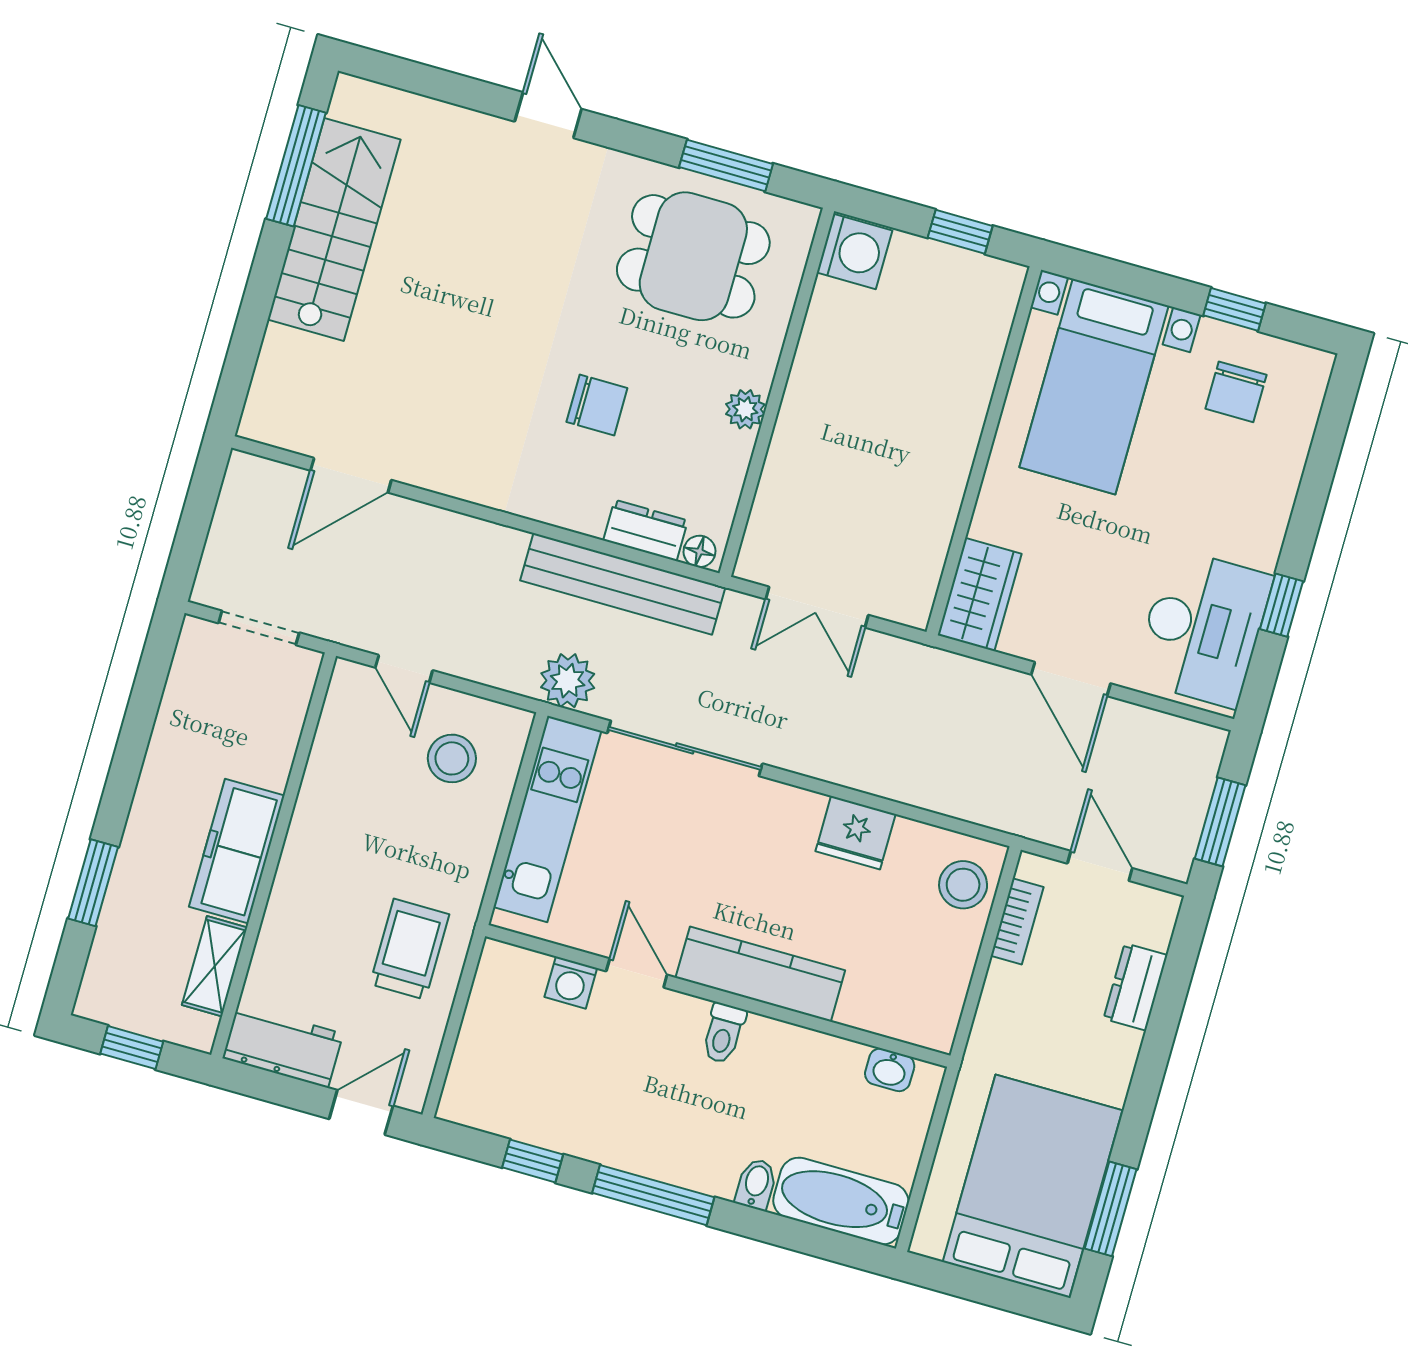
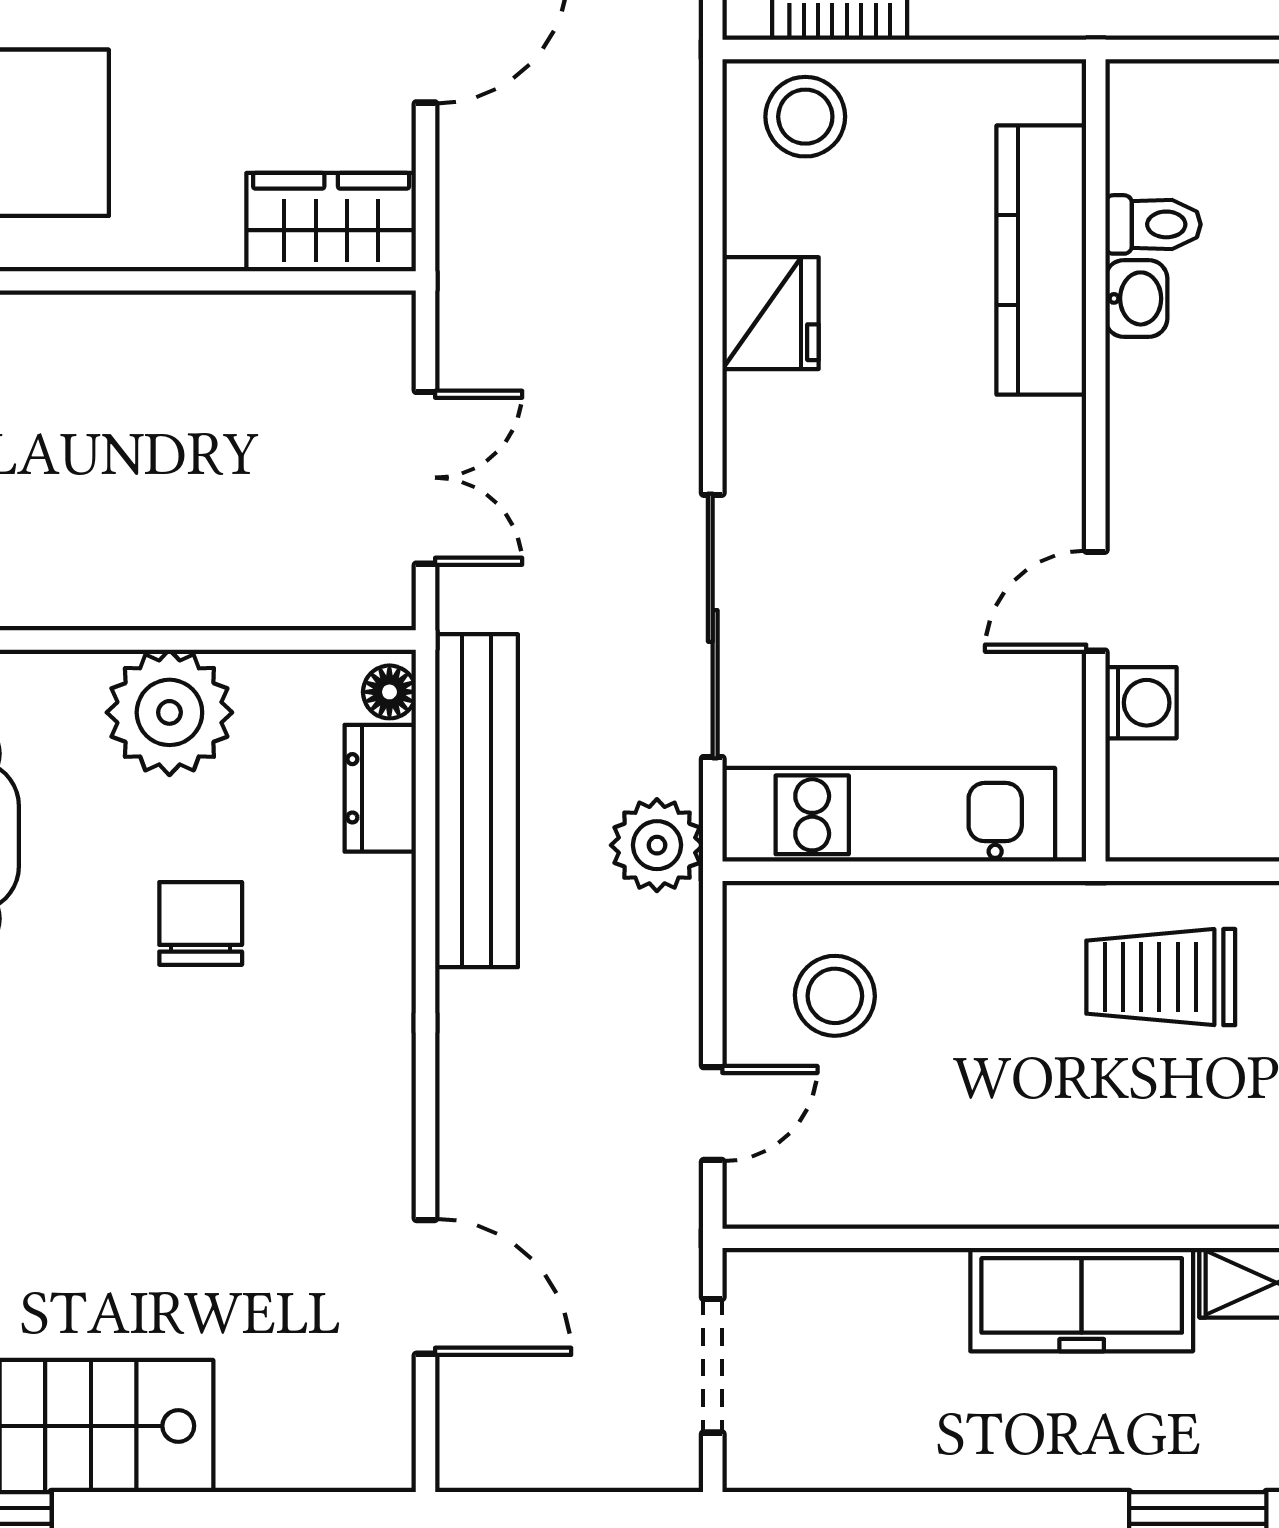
plant: (745, 409) -> (169, 712), width x1.88, depth x1.88
kitchen counter: (760, 974) -> (1041, 260), moved
toilet: (723, 1033) -> (1153, 224), moved
washbasin: (890, 1070) -> (1136, 298), moved

